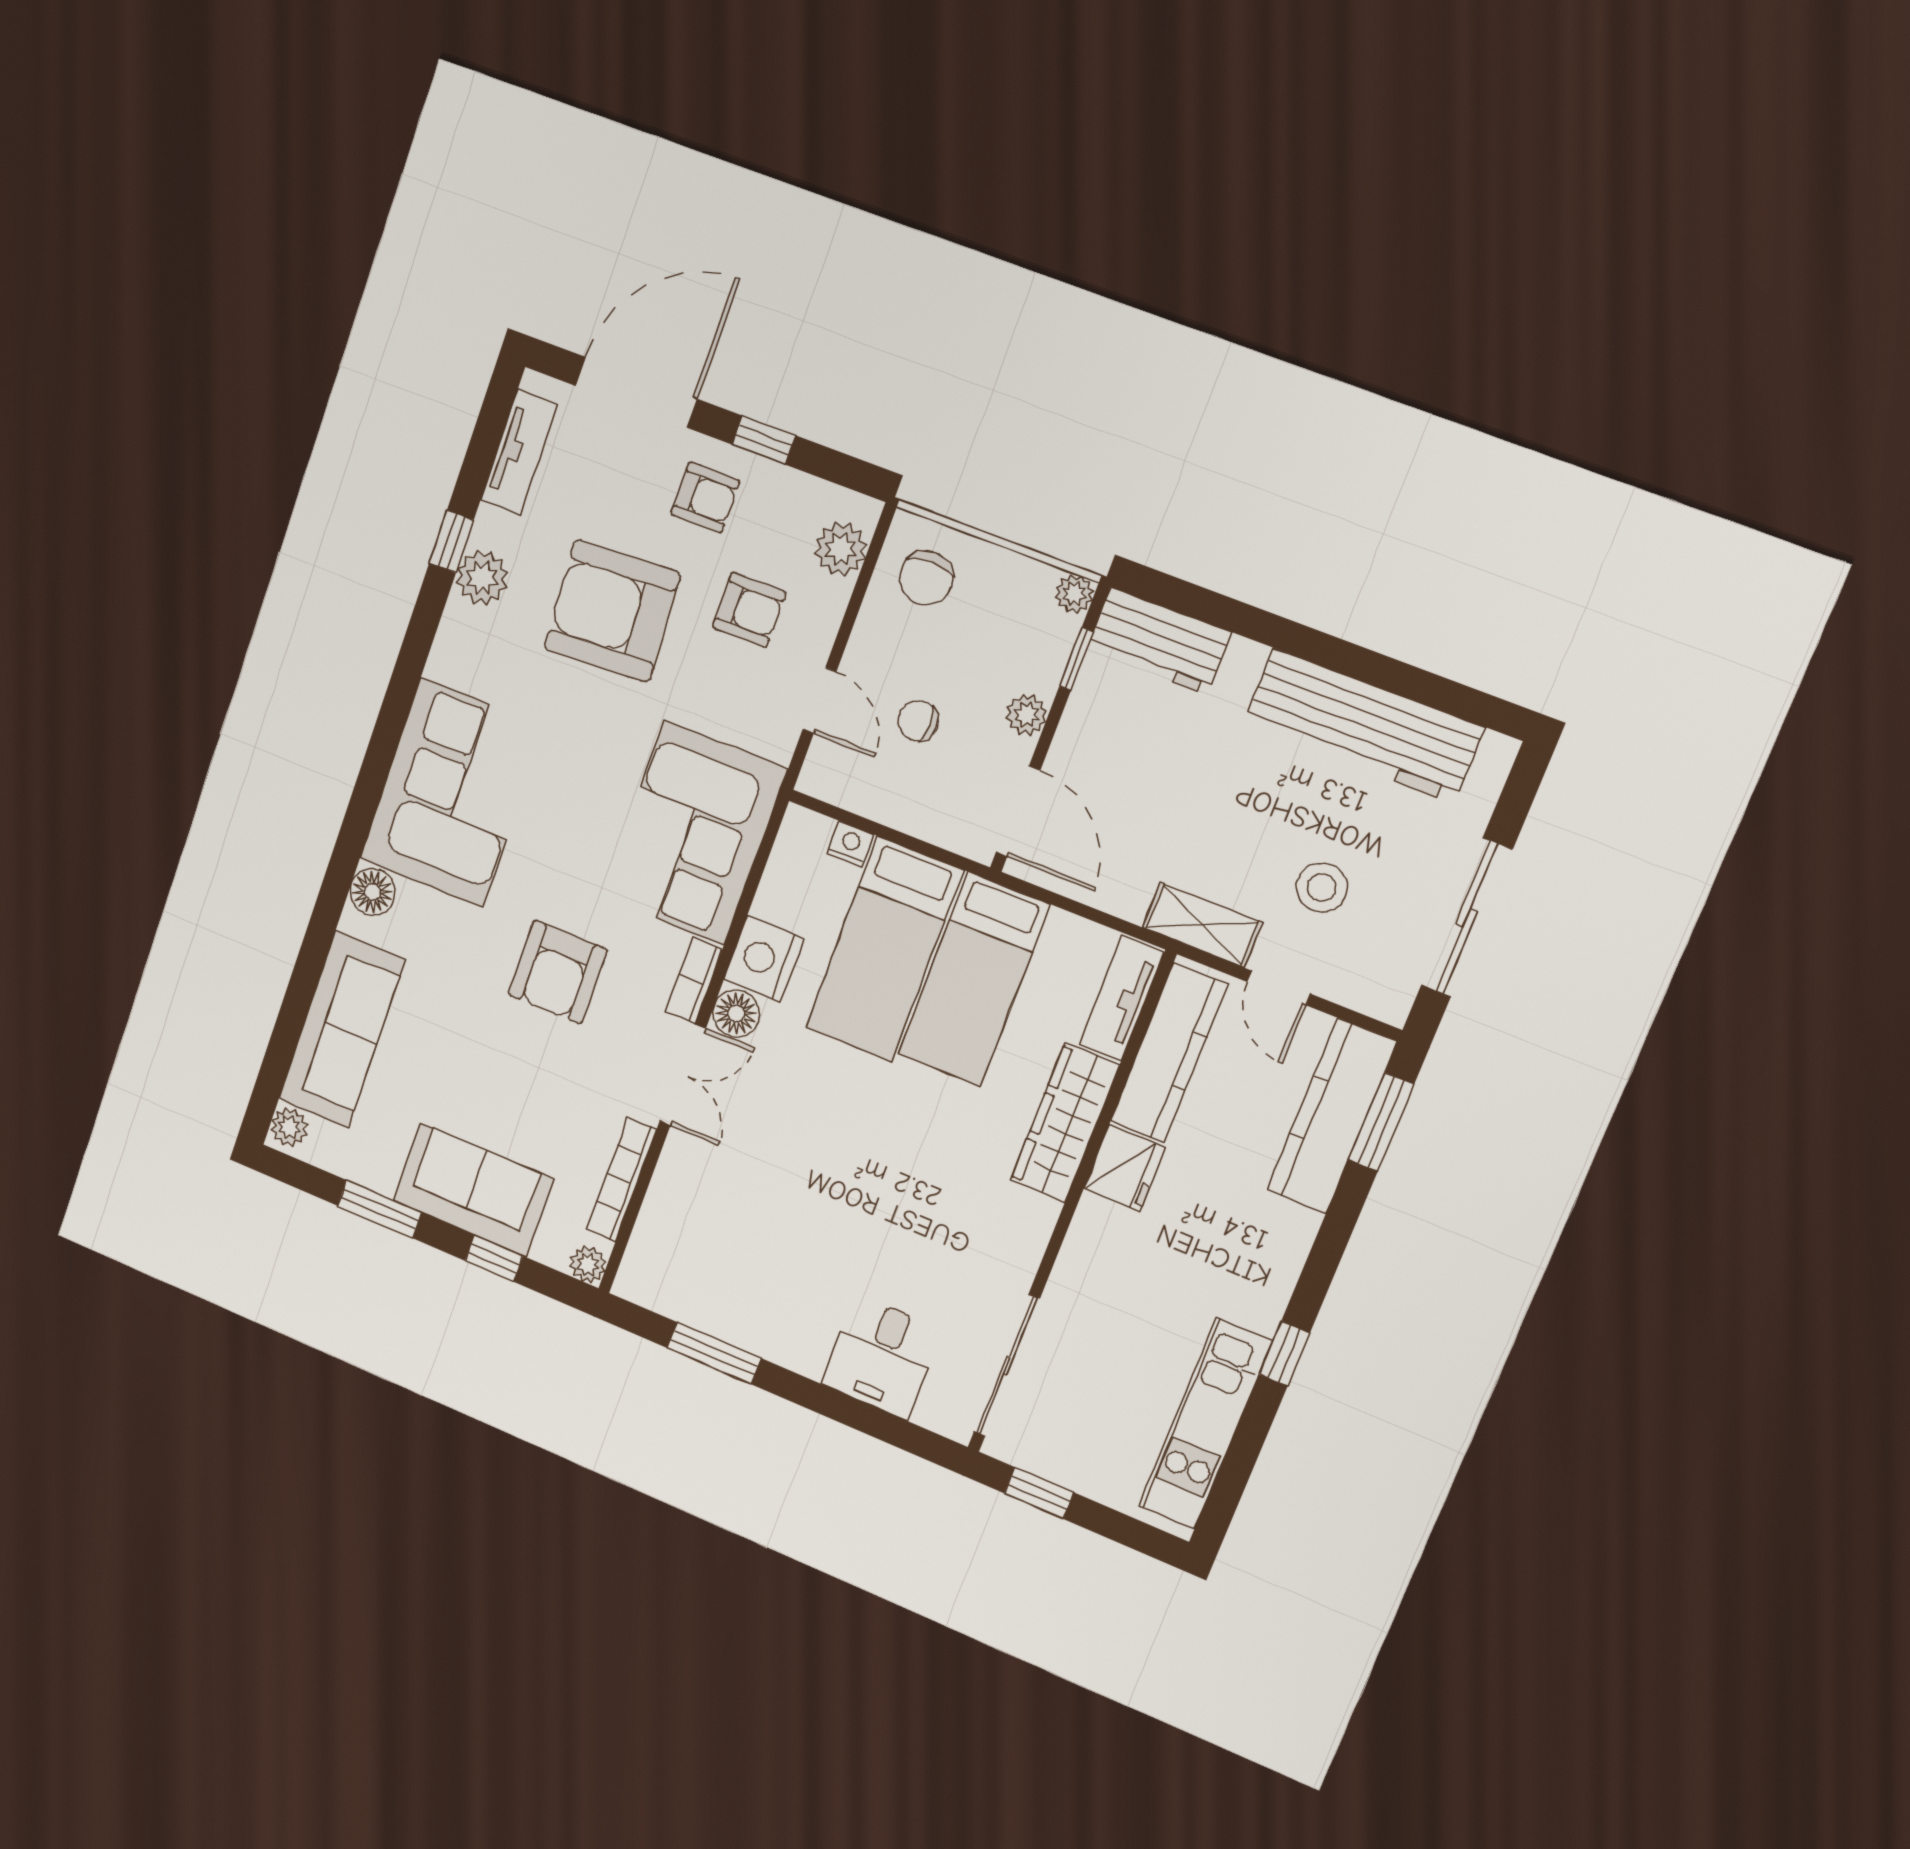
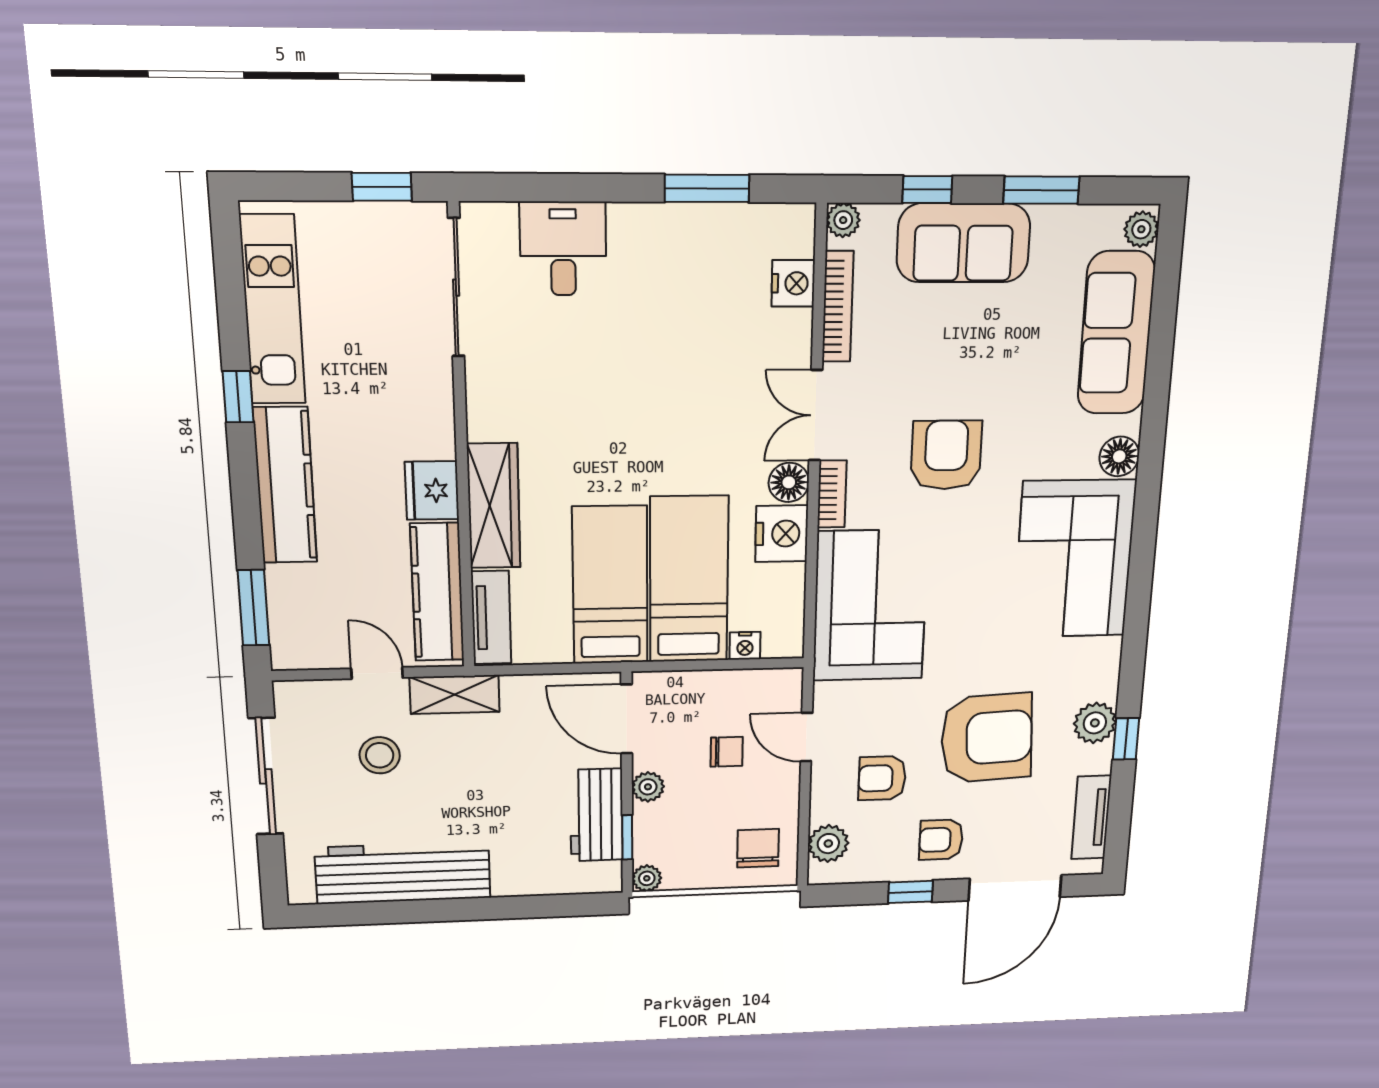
workbench: (1159, 641) -> (597, 815), moved, turned -90
kitchen counter: (1332, 1116) -> (285, 485), moved
nightstand: (660, 1223) -> (793, 283), added

